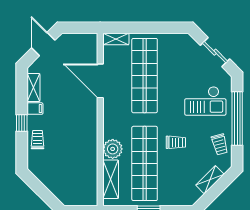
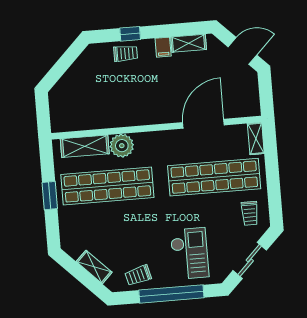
checkout: (205, 101) -> (189, 254), turned 180
window: (22, 123) -> (130, 34), moved
trolley: (176, 142) -> (250, 213), moved

